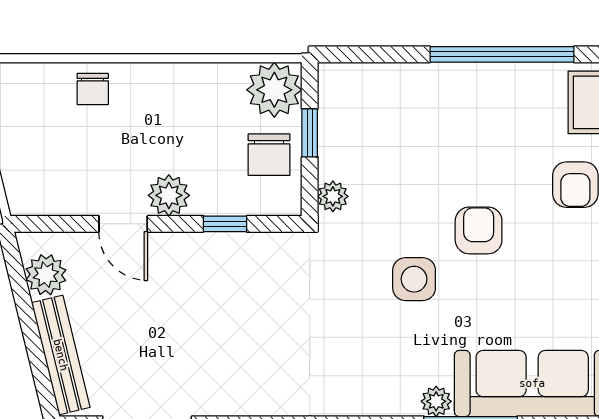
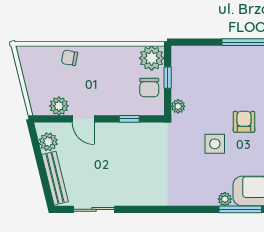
chair: (93, 89) -> (69, 58), turned 100
plant: (169, 195) -> (59, 106), moved

